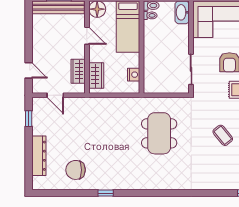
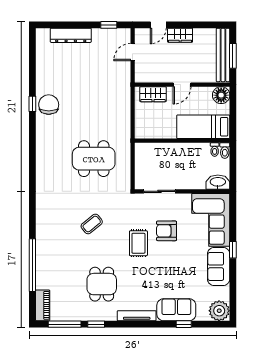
door: (87, 36) -> (182, 85), moved
wardrobe: (78, 71) -> (180, 35), moved, turned 180
nightstand: (134, 75) -> (154, 133), removed
chair: (76, 170) -> (49, 105), moved

